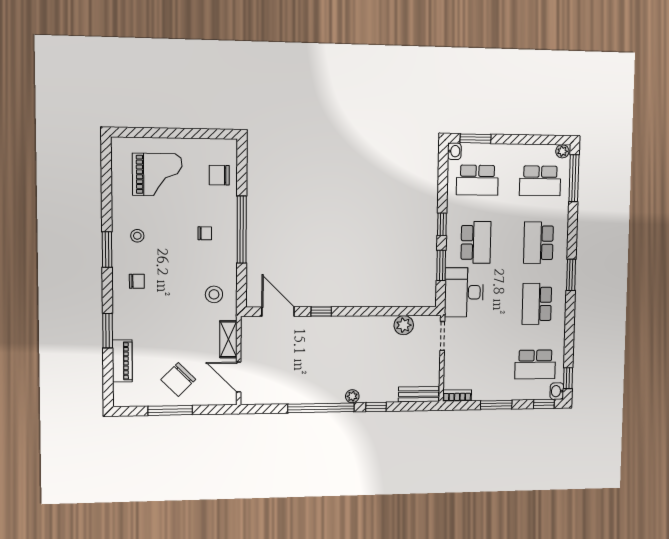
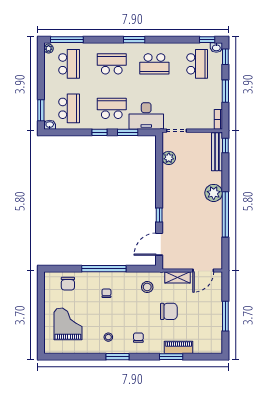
school desk: (538, 243) -> (112, 64), turned 180
piano: (122, 361) -> (179, 347), moved
chair: (178, 380) -> (169, 311), moved, turned -45
bench: (419, 394) -> (217, 152), width x1.36
plant: (352, 396) -> (214, 193), width x1.87, depth x1.87
window: (376, 407) -> (225, 146), moved

